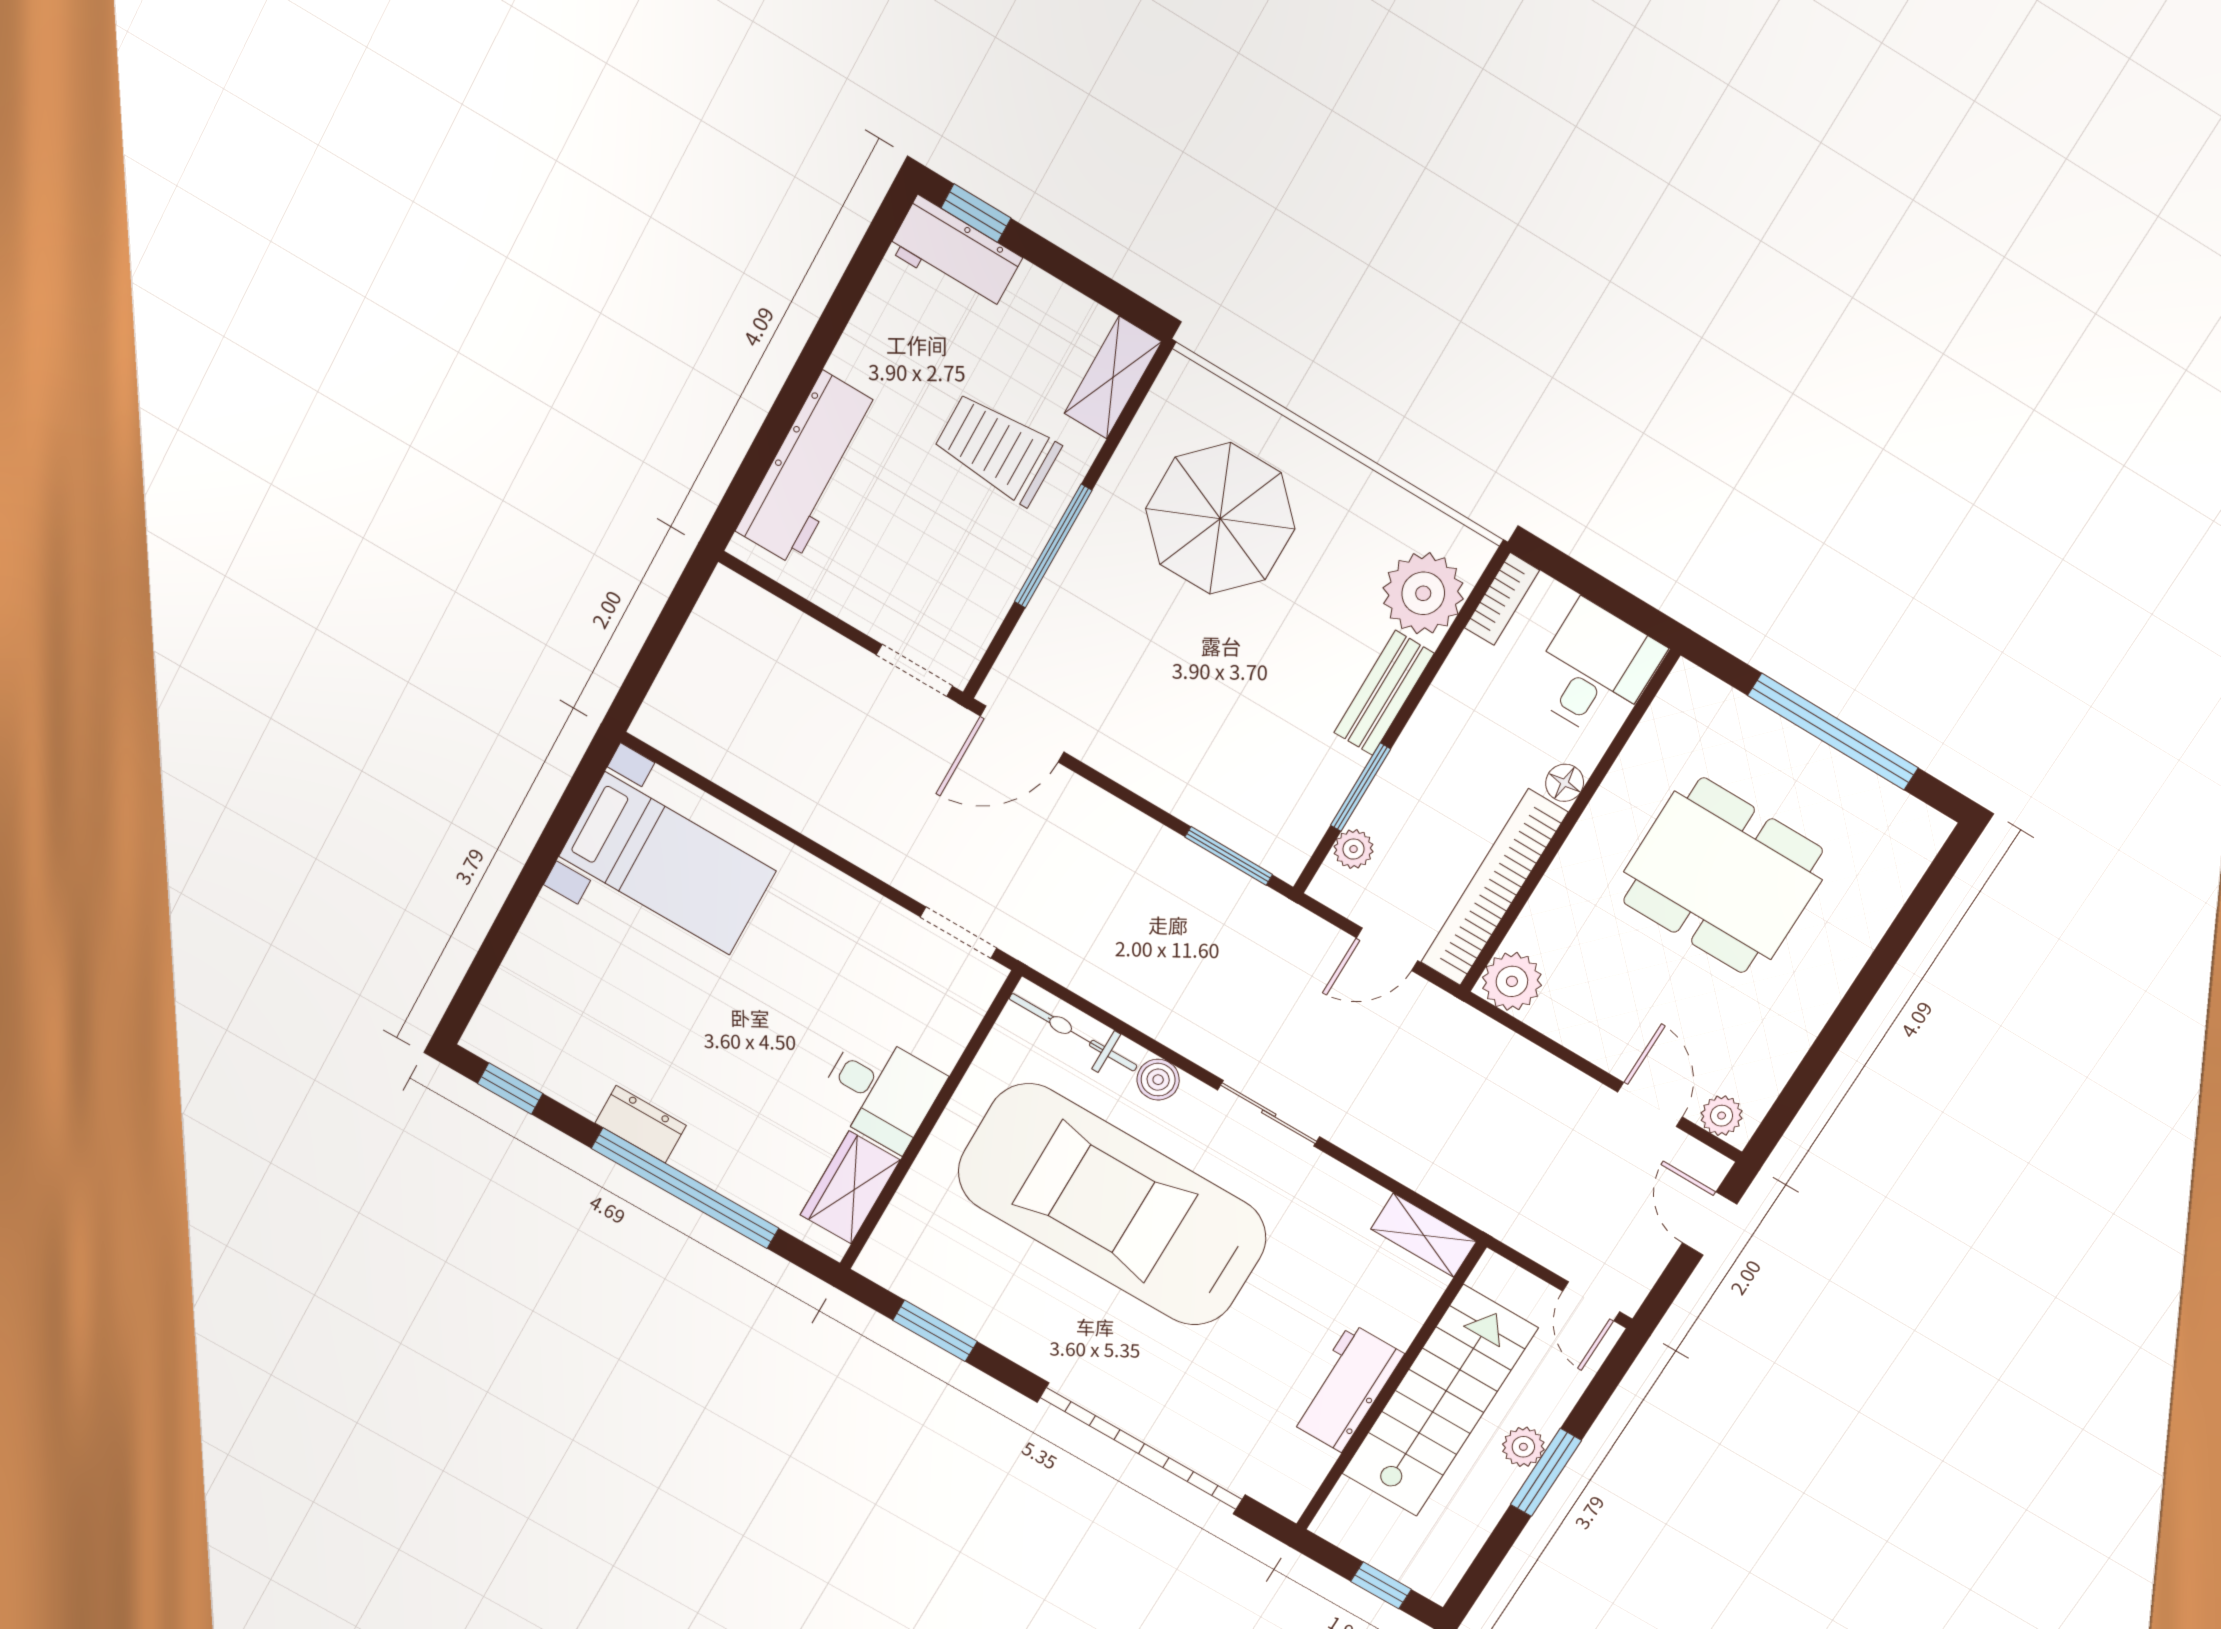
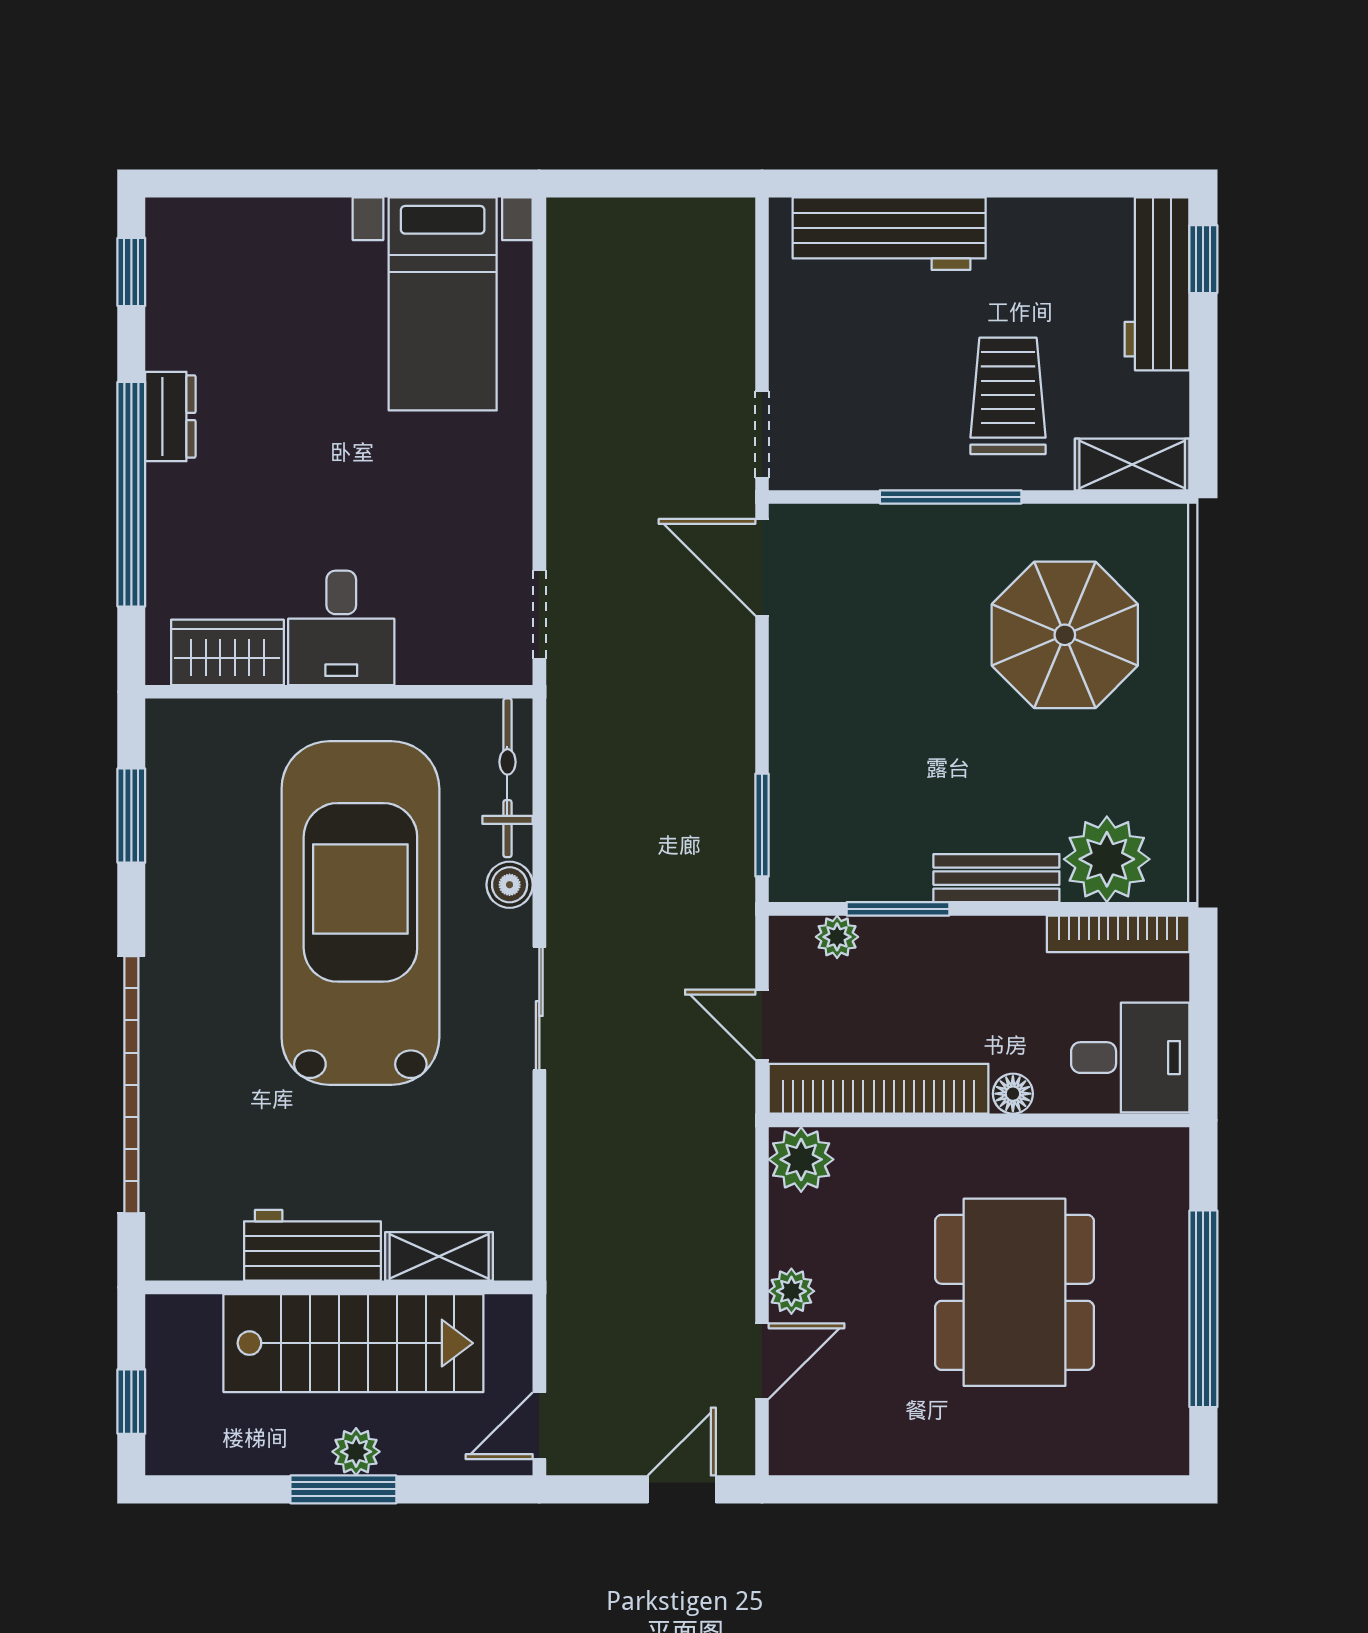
workbench: (955, 254) -> (1157, 284), width x1.38
bookcase: (1502, 599) -> (1118, 934), width x1.56
plant: (1722, 1116) -> (791, 1291), moved
shelving: (1424, 1235) -> (439, 1256), moved, turned 90

